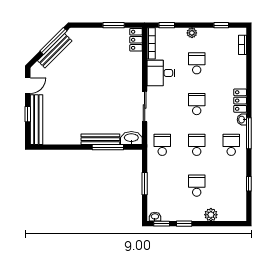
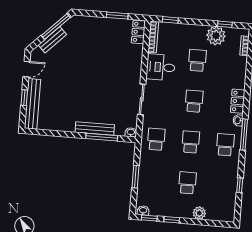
plant: (192, 33) -> (216, 36), moved, width x1.88, depth x1.88
bench: (55, 51) -> (52, 40), width x0.73
washbasin: (131, 138) -> (131, 132), width x0.52, depth x0.69

